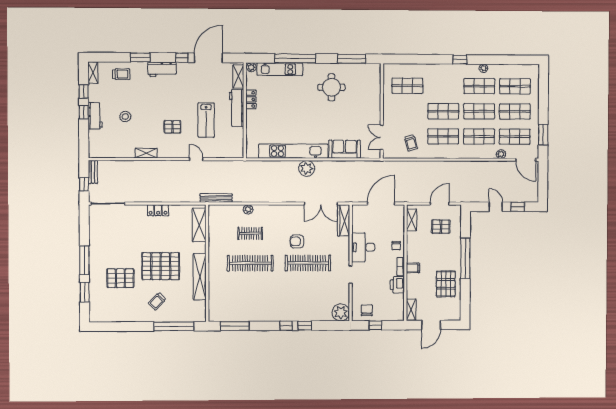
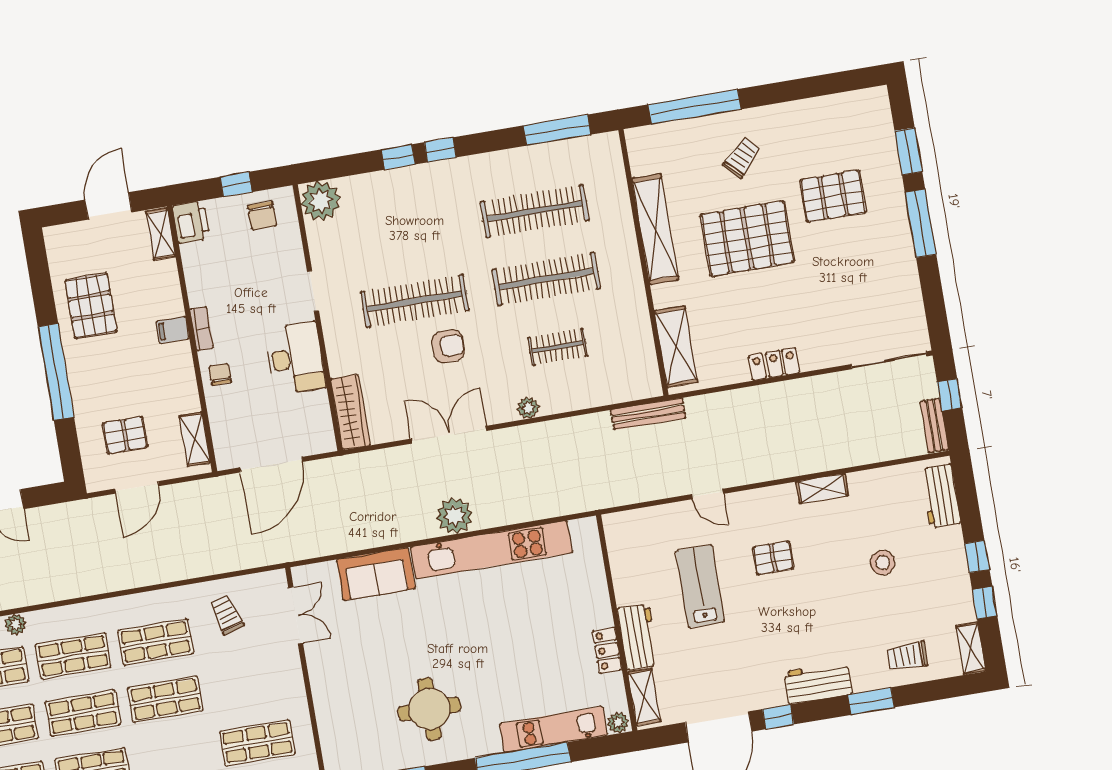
workbench: (237, 108) -> (638, 637), width x0.73
workbench: (95, 116) -> (940, 496), moved
double door: (321, 204) -> (449, 435), moved
plant: (248, 209) -> (528, 408), moved
printer: (397, 285) -> (191, 222), moved
clothes rail: (250, 293) -> (535, 211), added

